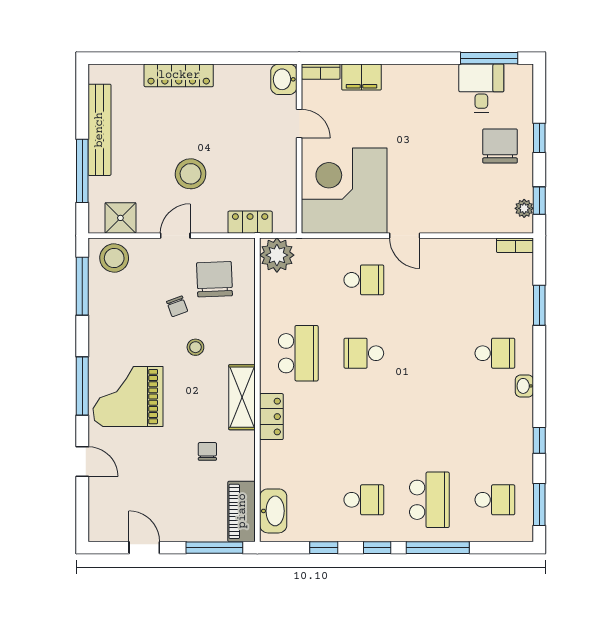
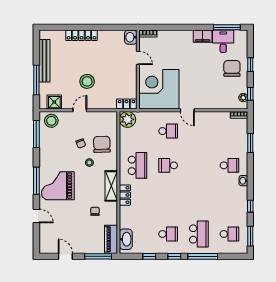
filing cabinet: (361, 77) -> (203, 36), moved
locker: (250, 222) -> (127, 104), moved
chair: (215, 279) -> (102, 144), moved

